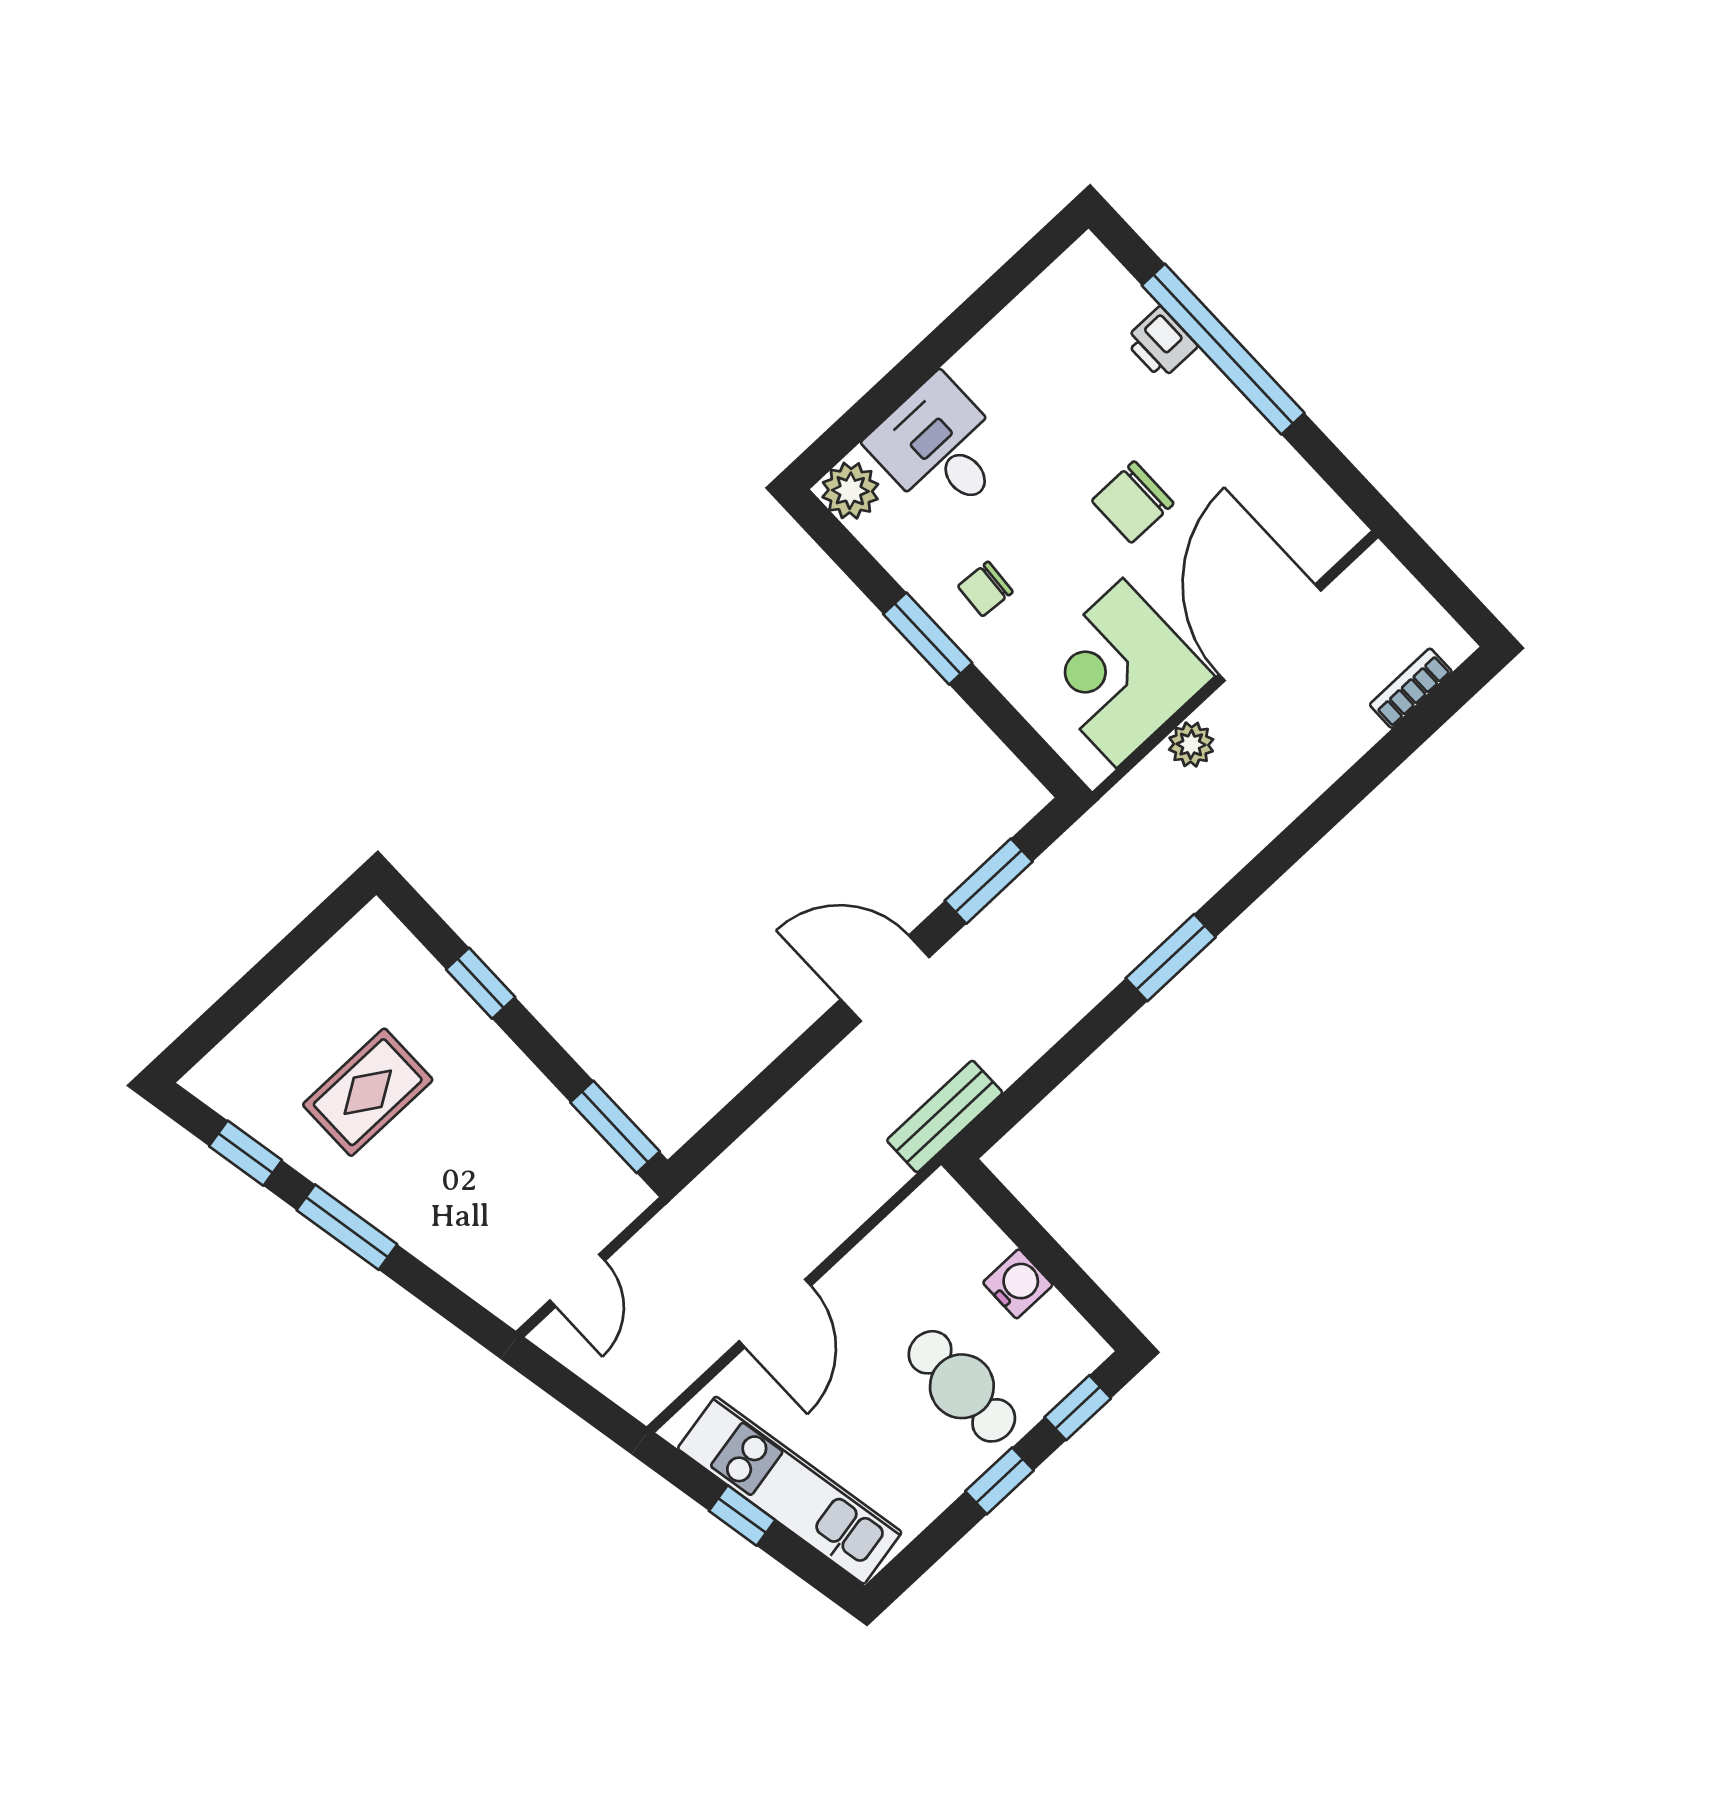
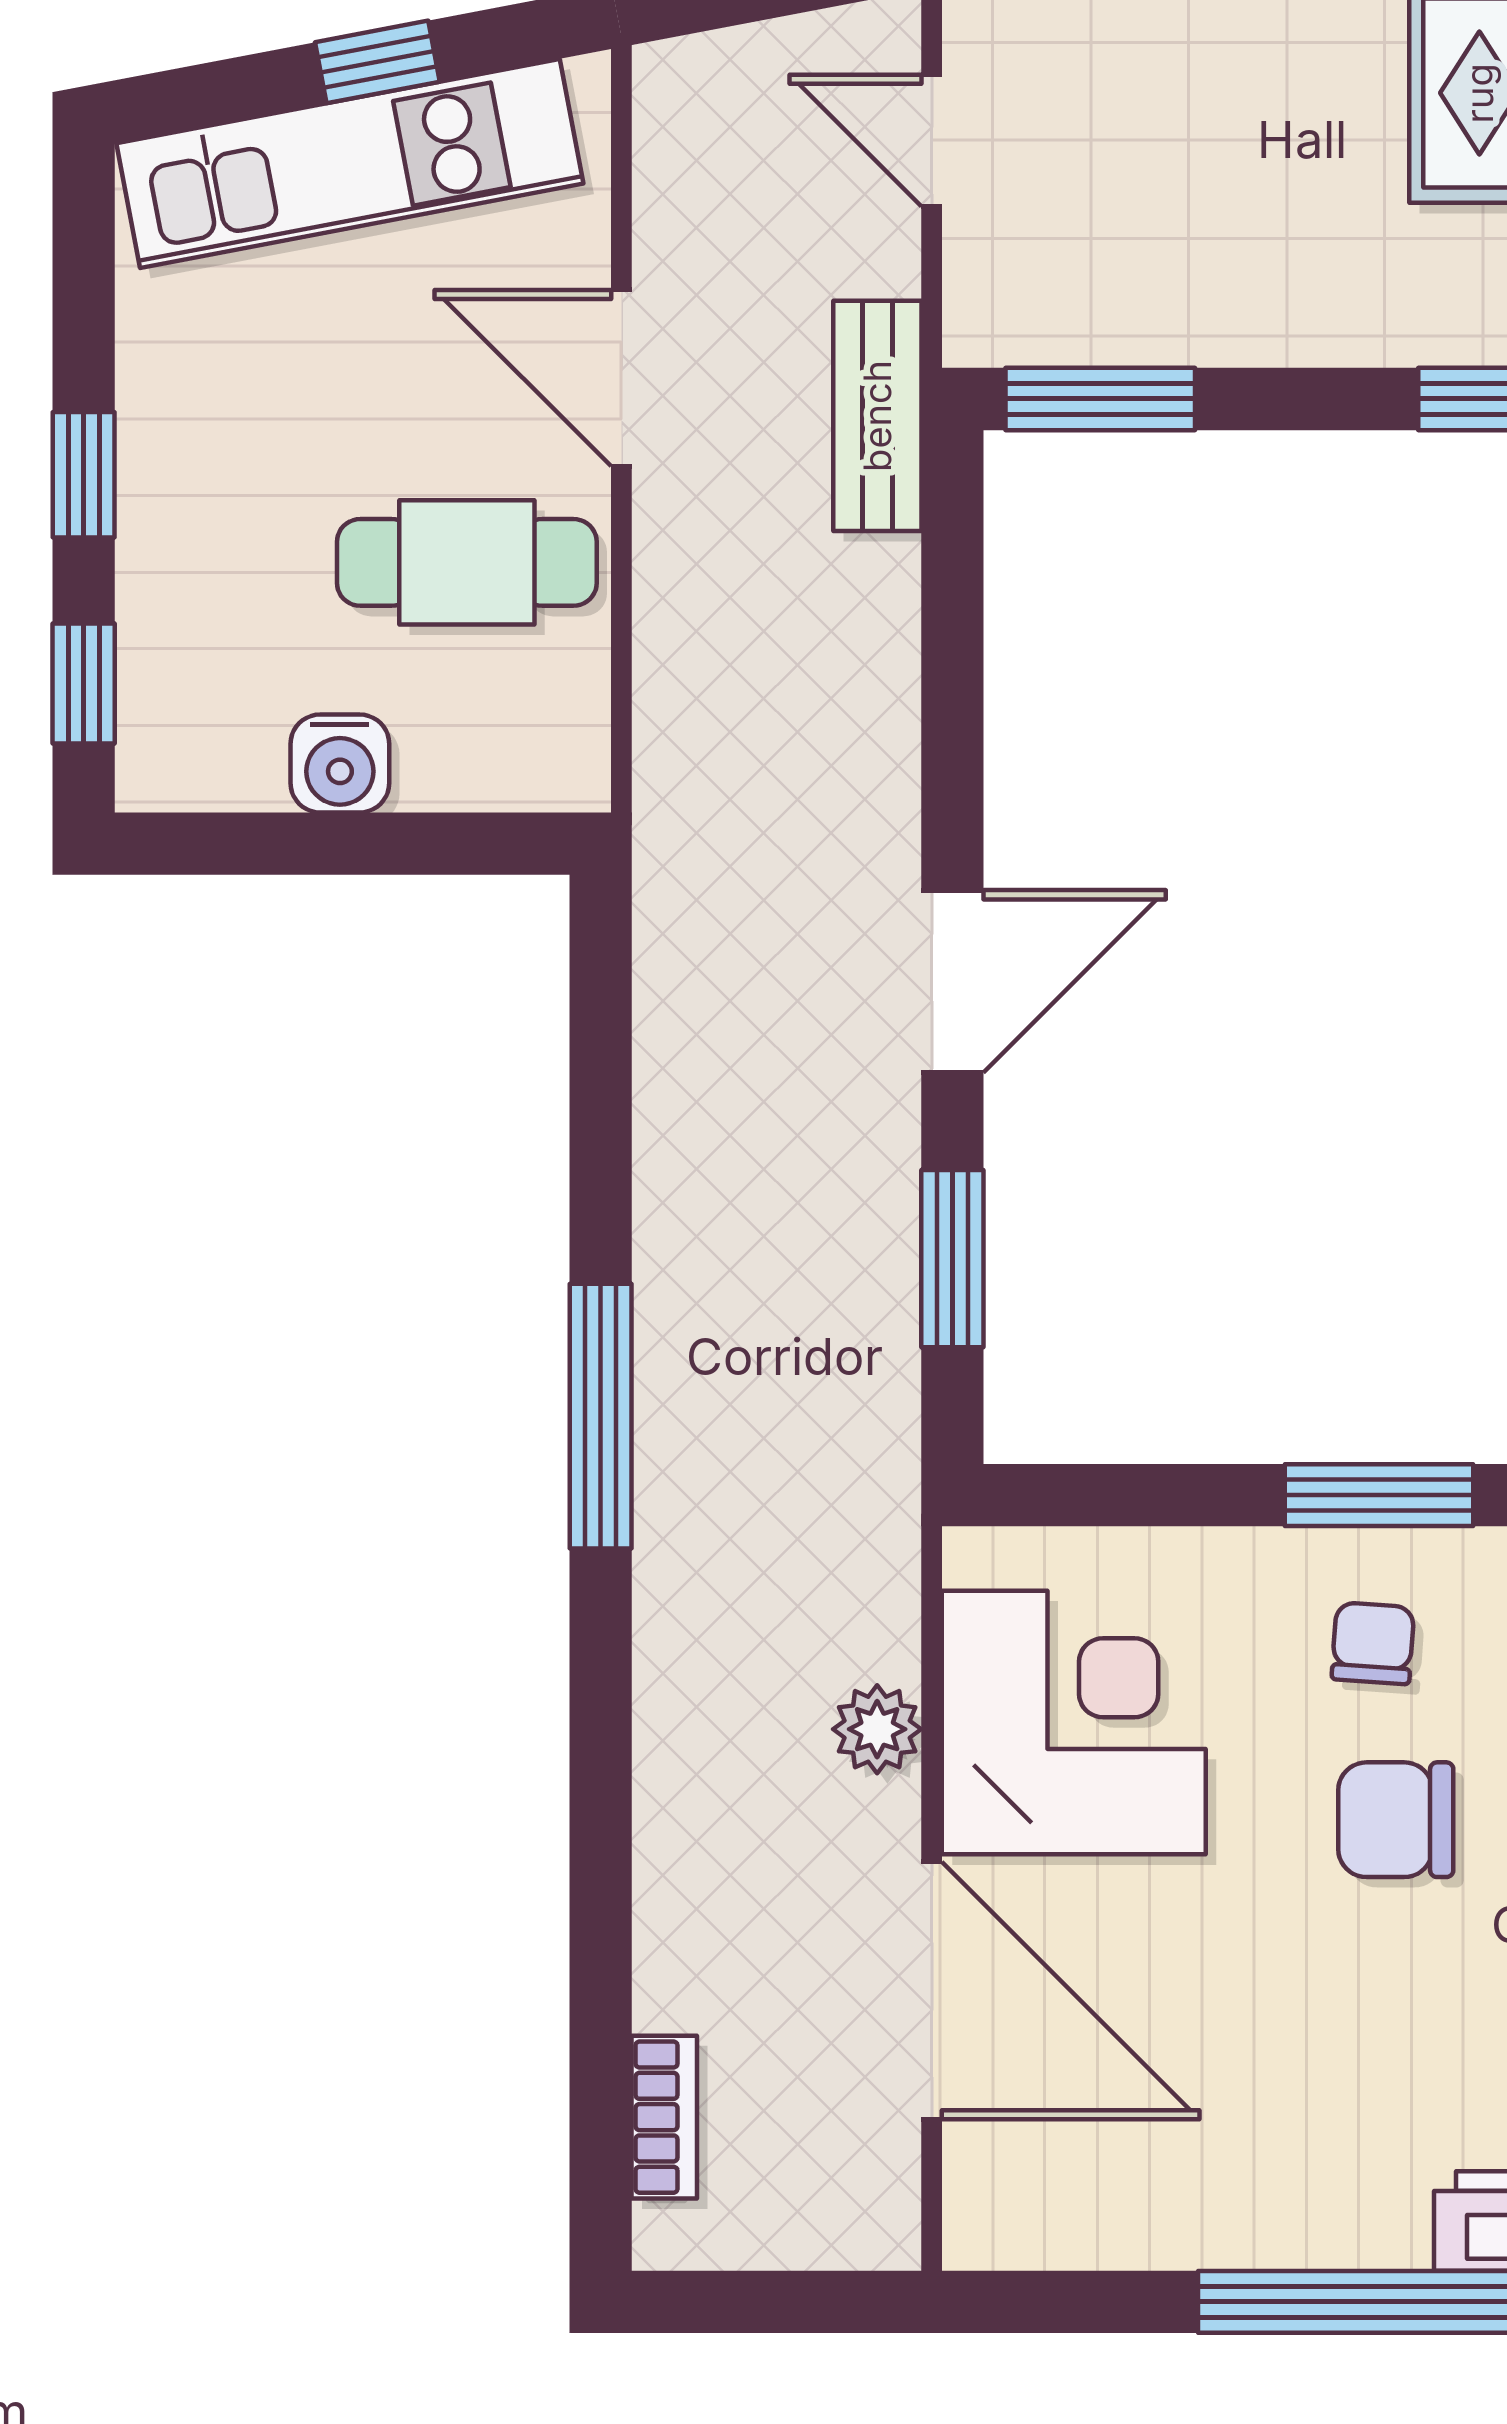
chair: (1133, 502) -> (1396, 1820), moved, turned -90
window: (1171, 958) -> (601, 1416), width x1.44
bench: (945, 1116) -> (877, 416), moved
cafe table: (962, 1386) -> (467, 562), moved

